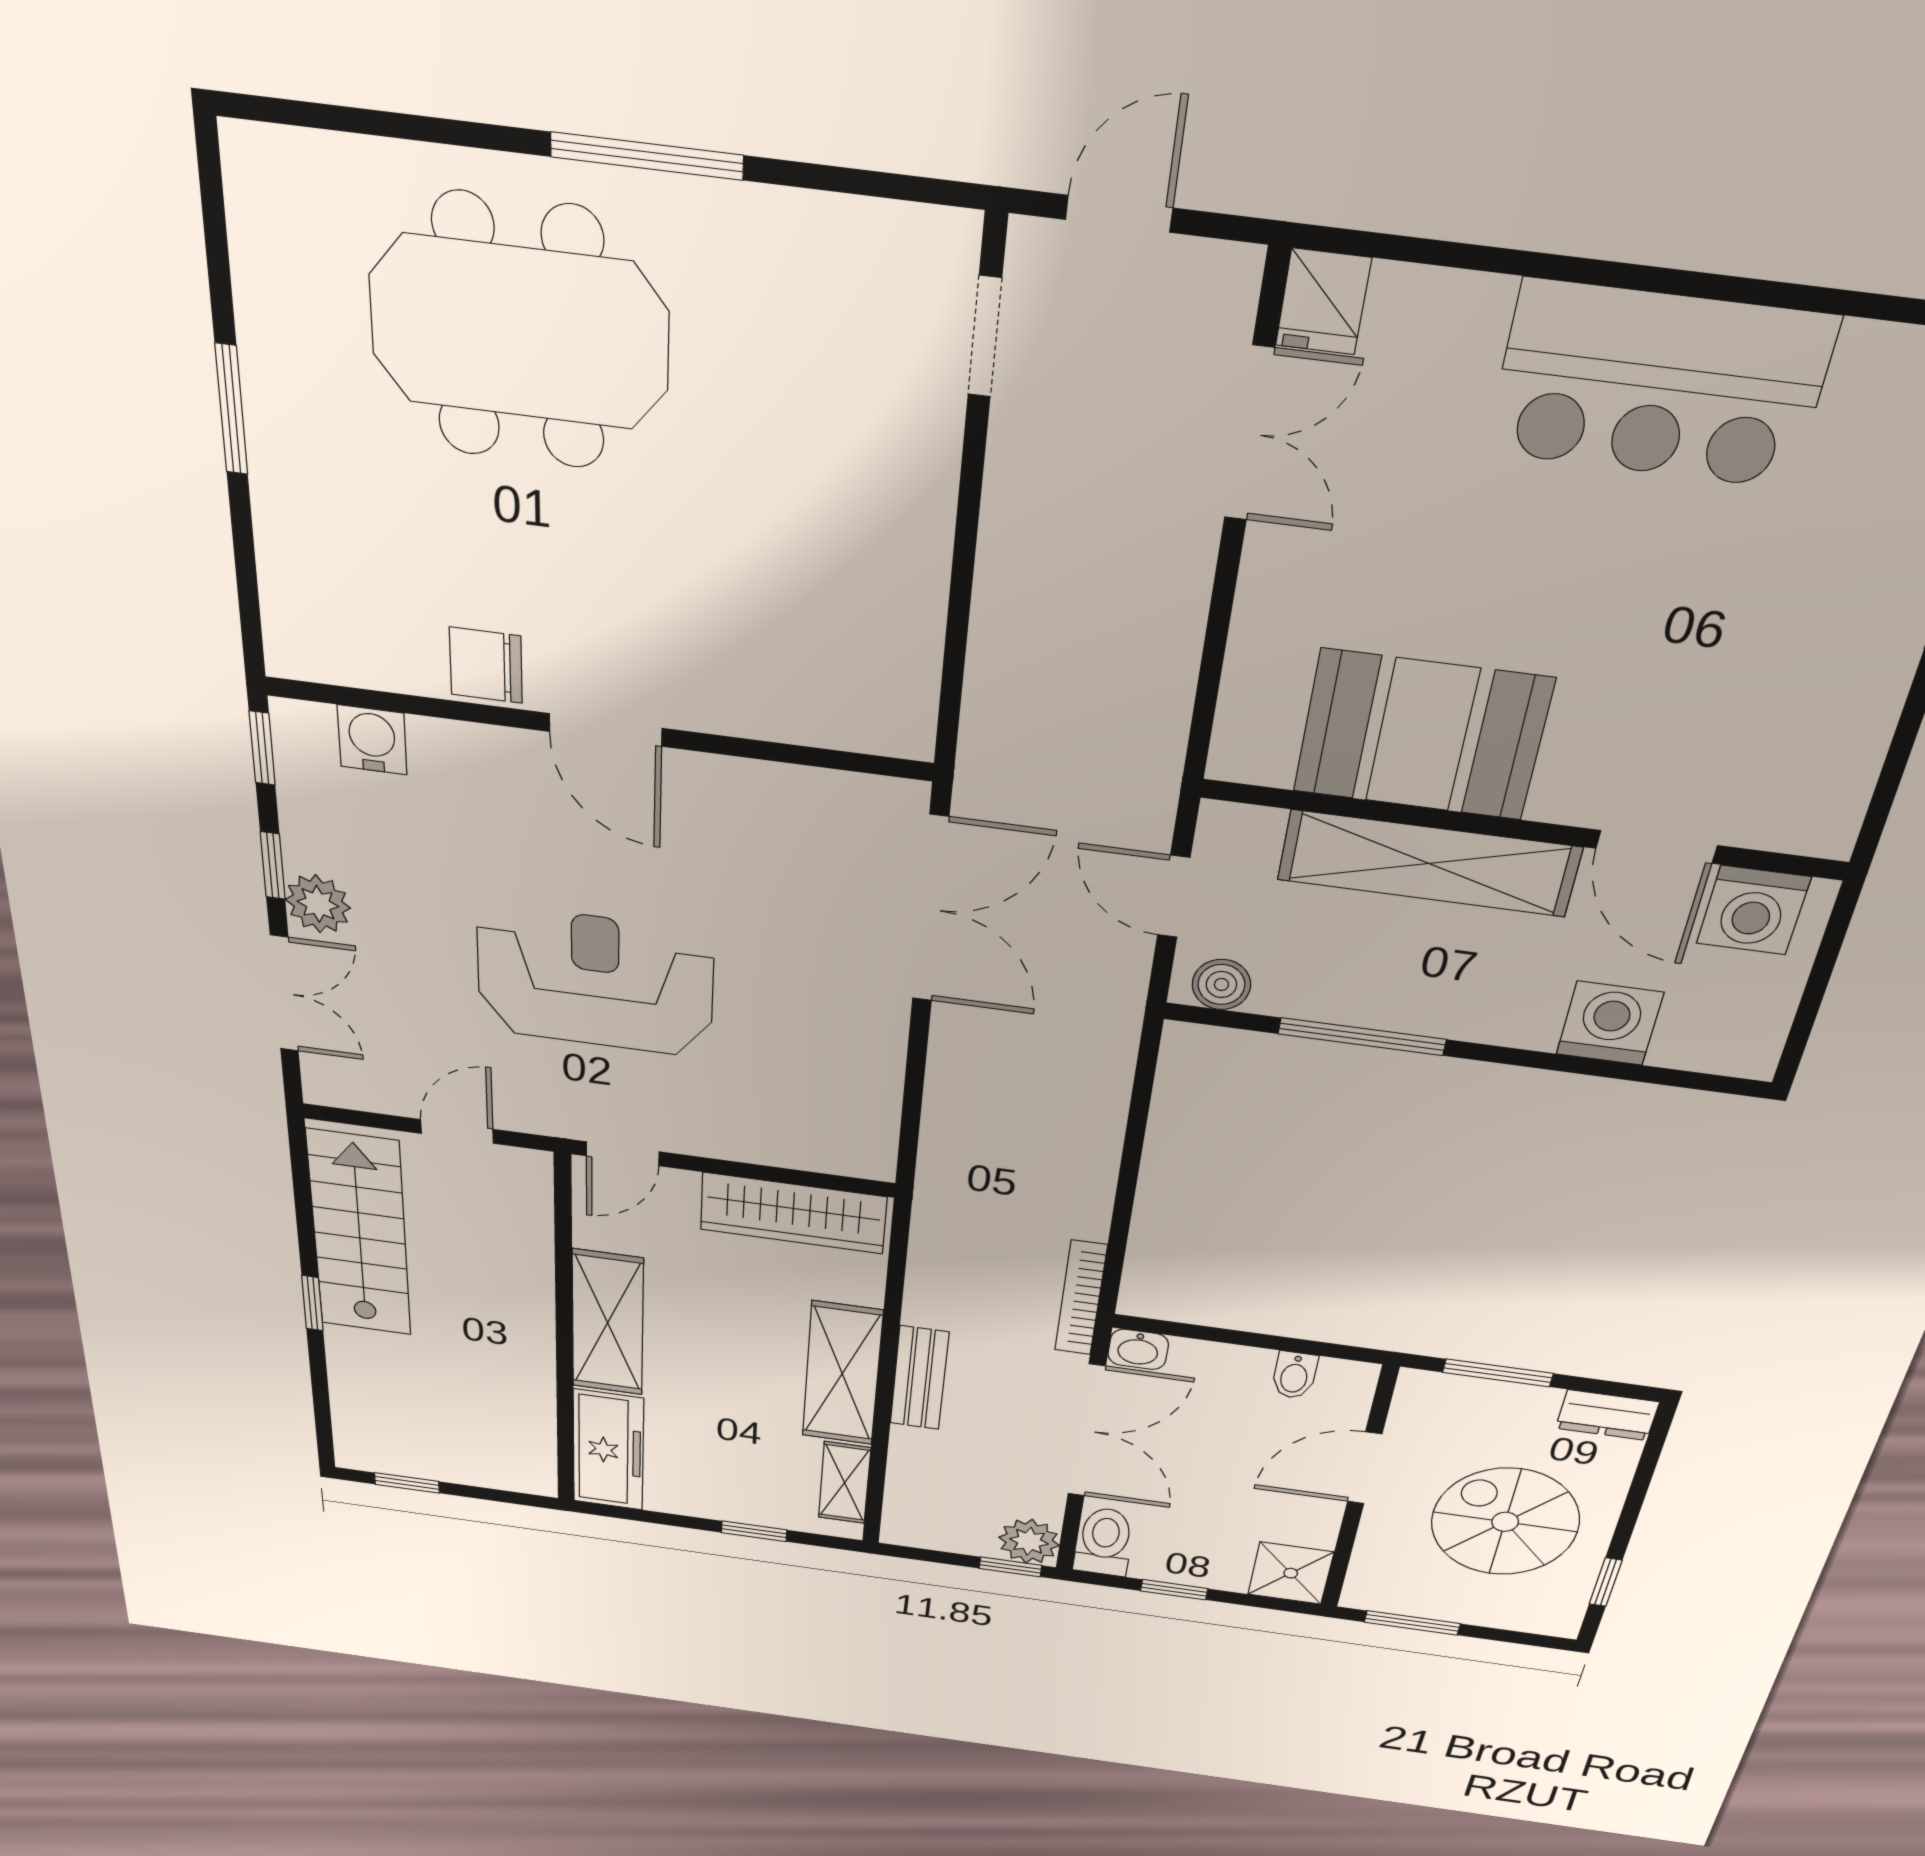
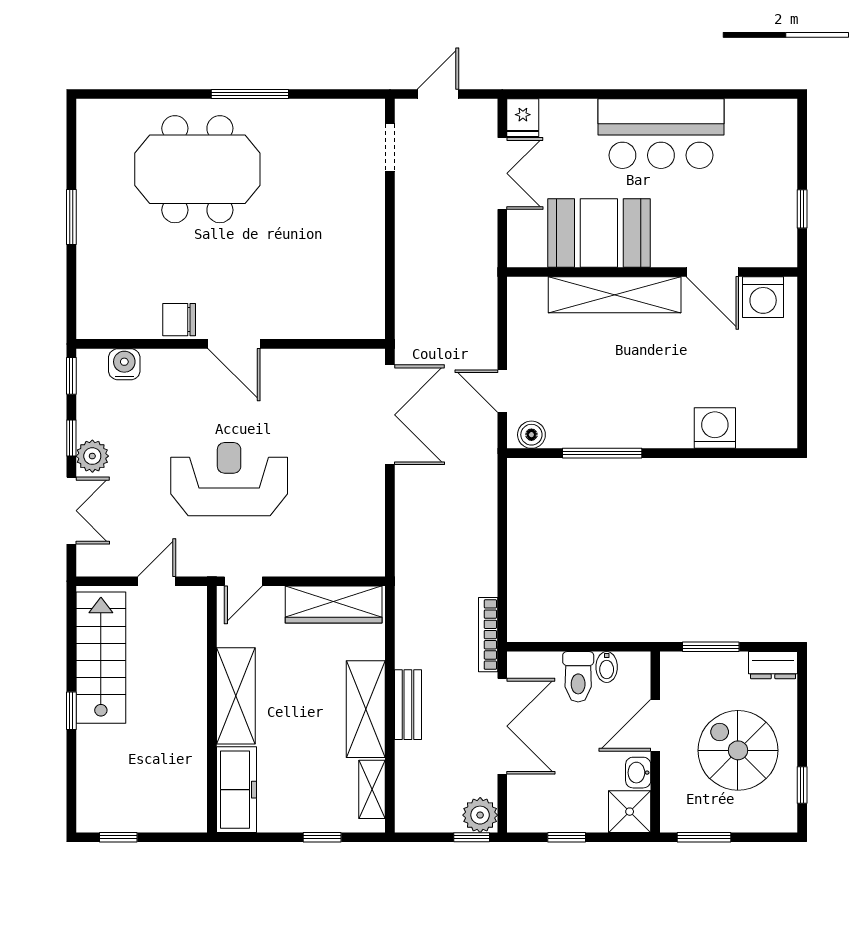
booth: (1422, 735) -> (599, 233), moved
wall: (1523, 830) -> (652, 272), moved
door: (1657, 847) -> (712, 272), moved
shelving: (1429, 863) -> (615, 295), moved
washing machine: (1753, 910) -> (763, 297), moved
washbasin: (1138, 1349) -> (638, 773), moved, turned 90
toilet: (1104, 1542) -> (578, 677), moved, turned 180

